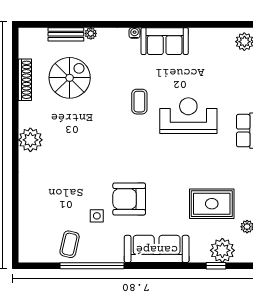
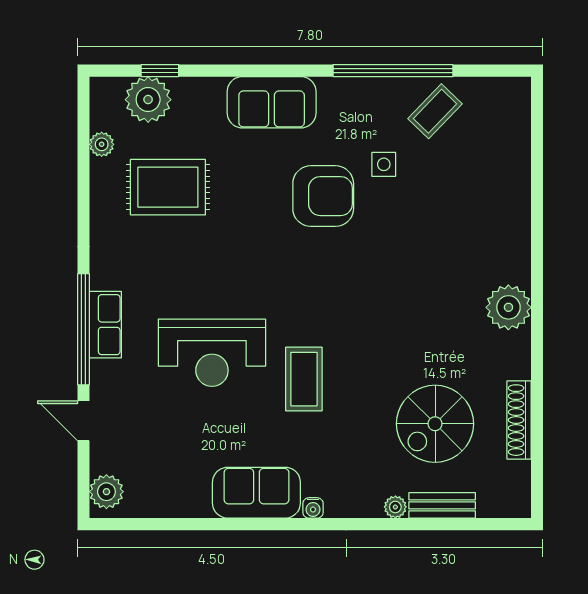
coffee table: (139, 102) -> (304, 379), width x1.36, depth x1.30
coffee table: (70, 244) -> (435, 111), turned 31
sofa: (157, 249) -> (272, 102), width x0.73

